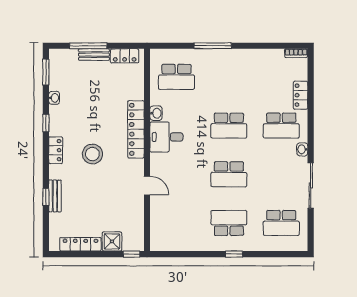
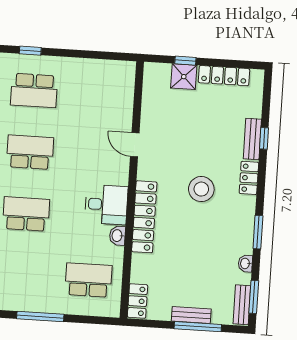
locker: (125, 56) -> (137, 301), moved, turned 90
bench: (55, 65) -> (242, 305), added
window: (46, 123) -> (258, 232), width x1.50
locker: (56, 150) -> (249, 178), moved
window: (132, 254) -> (185, 61), moved

